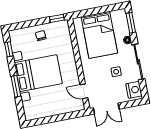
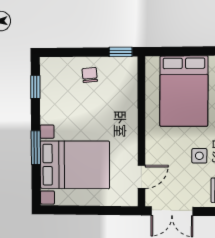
bed with nightstands: (38, 73) -> (75, 165), moved
door: (84, 91) -> (141, 177), swing flipped

